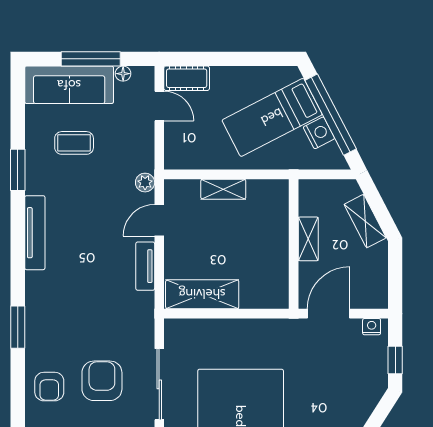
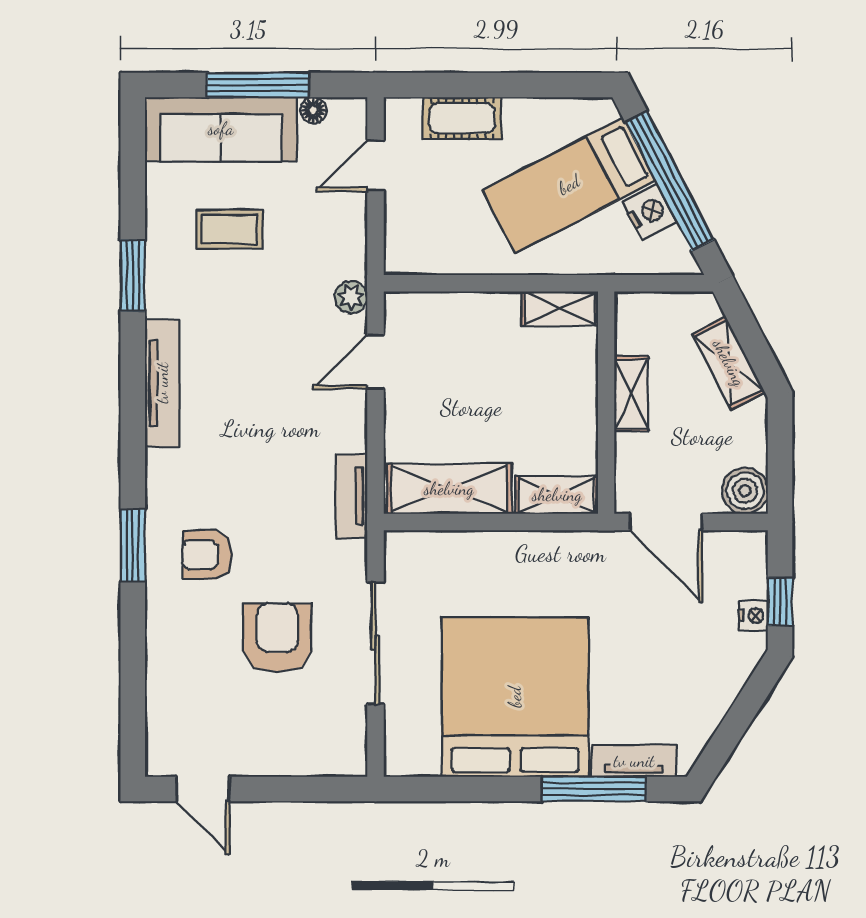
cot: (187, 78) -> (462, 118), moved
door: (159, 106) -> (375, 166), swing flipped
shelving: (223, 189) -> (560, 309), moved
tv unit: (145, 266) -> (351, 496), moved
boiler: (375, 295) -> (745, 491), added
shelving: (265, 298) -> (557, 495), added
door: (329, 314) -> (666, 522), swing flipped
nightstand: (372, 327) -> (754, 615), moved, turned 90
armchair: (49, 387) -> (207, 555), moved, turned 90

